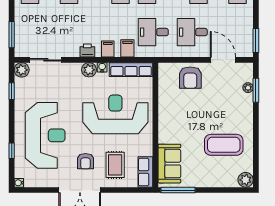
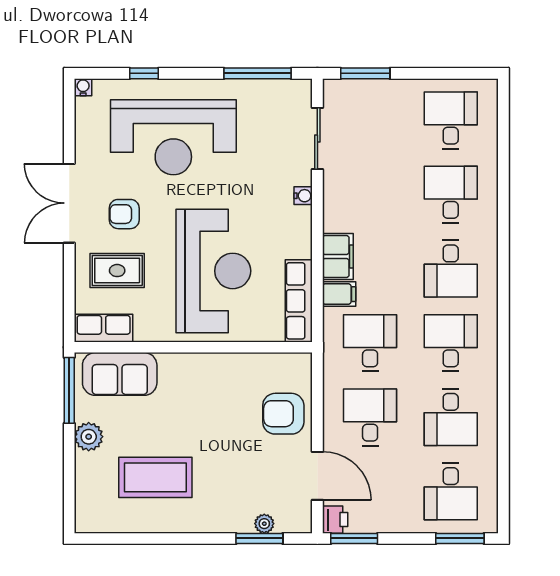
filing cabinet: (108, 49) -> (338, 257), width x2.00
printer: (87, 51) -> (335, 520), moved
door: (223, 60) -> (317, 476), hinge flipped
water cooler: (102, 67) -> (303, 196), moved
plant: (22, 70) -> (298, 93), removed
plant: (89, 70) -> (298, 221), removed
window: (12, 91) -> (258, 73), width x2.17
coffee table: (224, 145) -> (155, 477), turned 90
plant: (246, 180) -> (89, 437), moved

